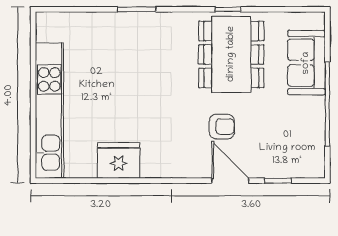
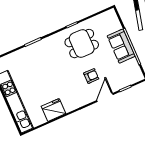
dining table: (231, 54) -> (82, 44), width x0.73
sofa: (306, 63) -> (121, 46), moved
door: (230, 181) -> (105, 97), hinge flipped

